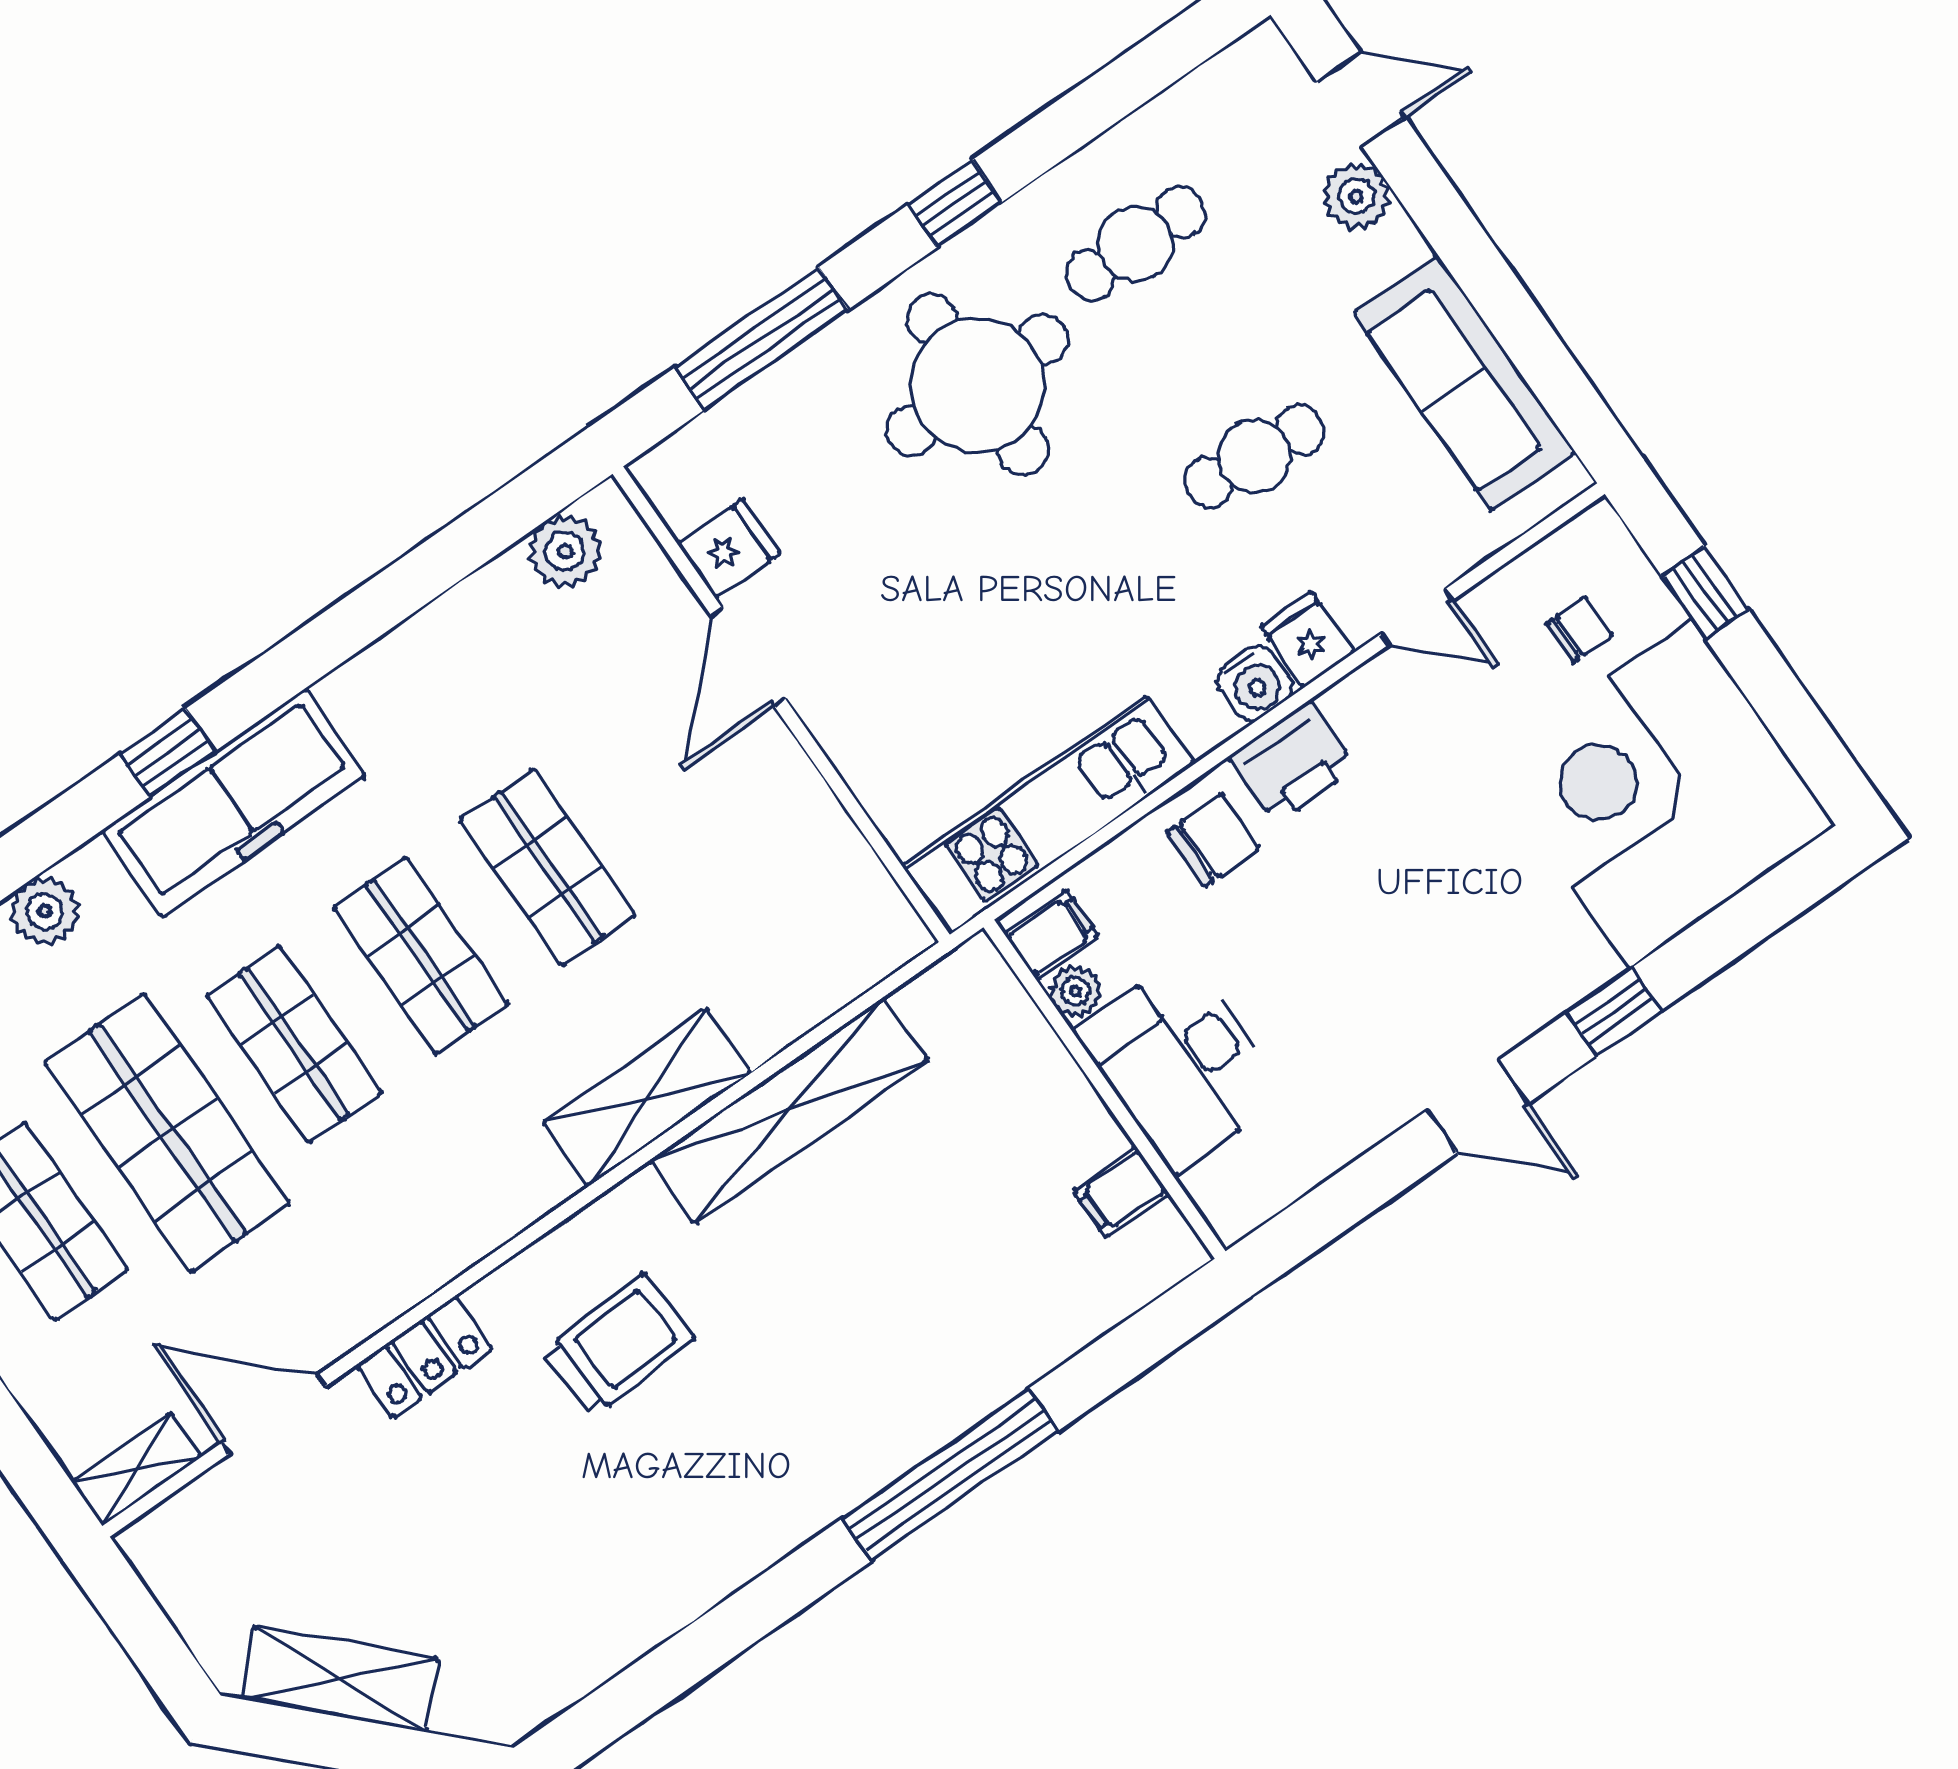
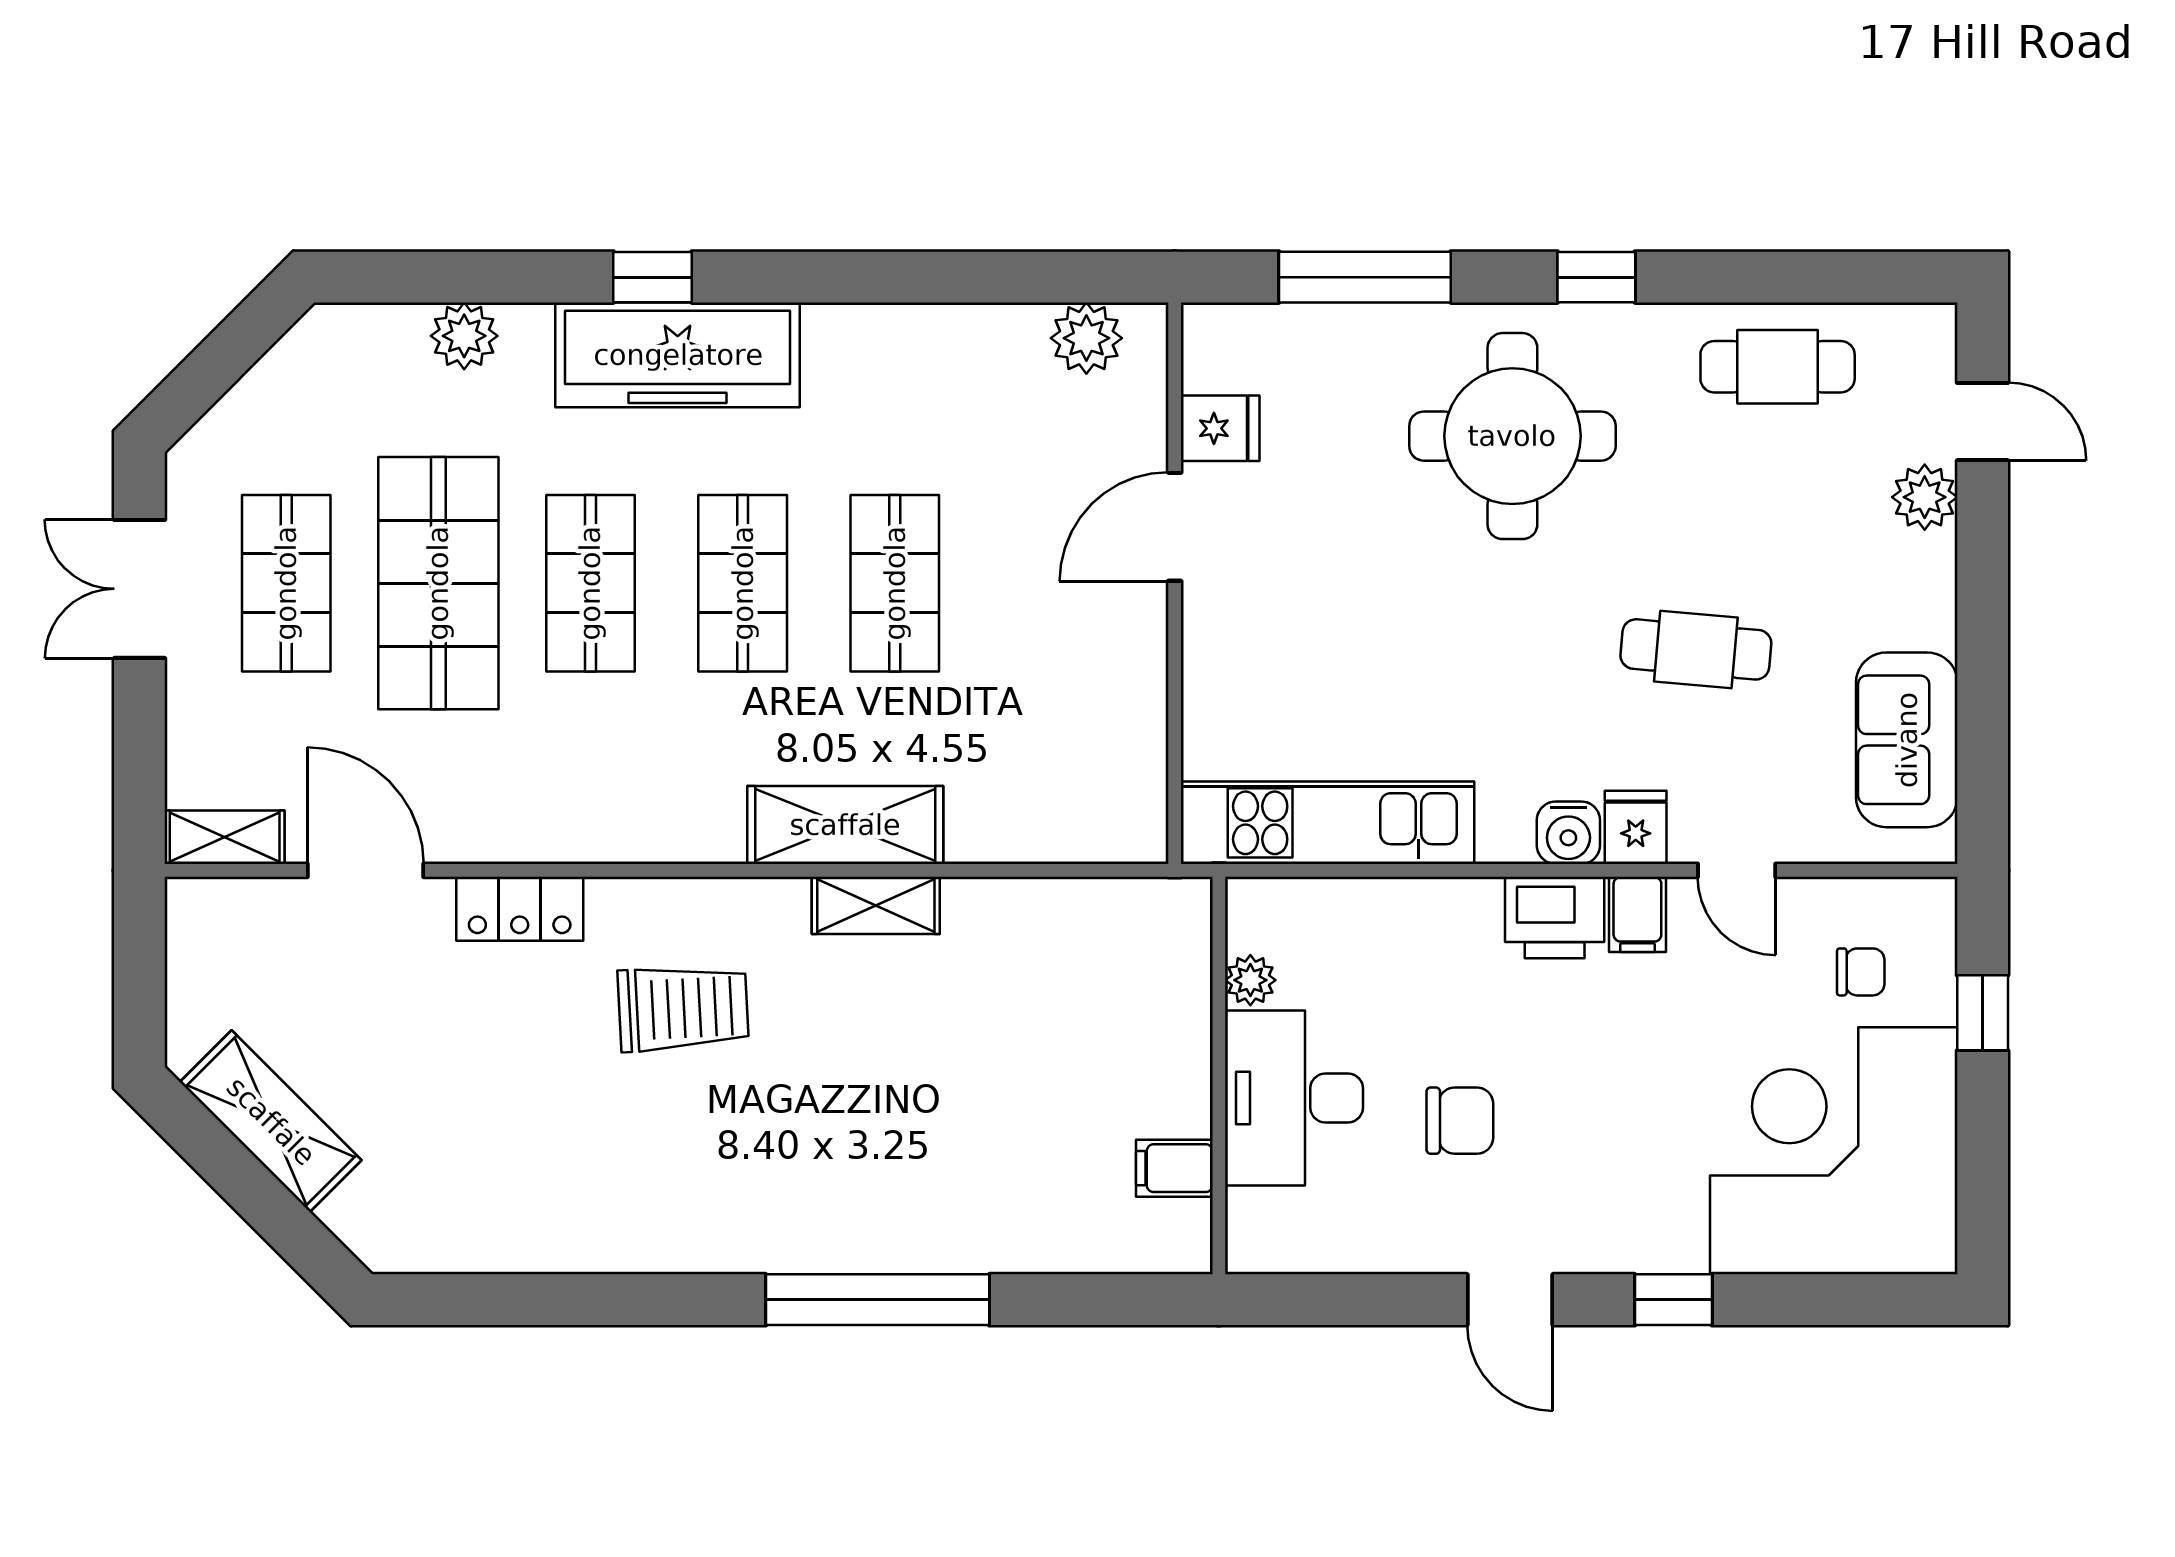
cafe table: (1135, 244) -> (1778, 367), moved
sofa: (1464, 383) -> (1907, 740), width x0.73
chair: (1213, 840) -> (1460, 1121), moved
filing cabinet: (1052, 935) -> (1637, 914), moved, turned 90
shelving: (789, 1110) -> (876, 905), width x0.45, depth x0.75

